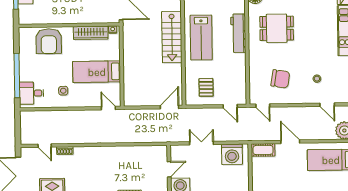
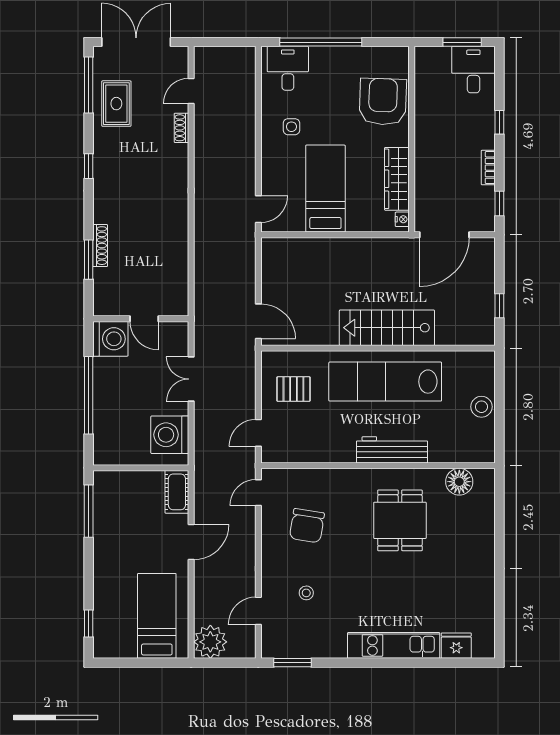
lab bench: (201, 37) -> (385, 382), width x1.36
armchair: (49, 41) -> (383, 102), turned 92
double door: (201, 143) -> (191, 379), swing flipped

